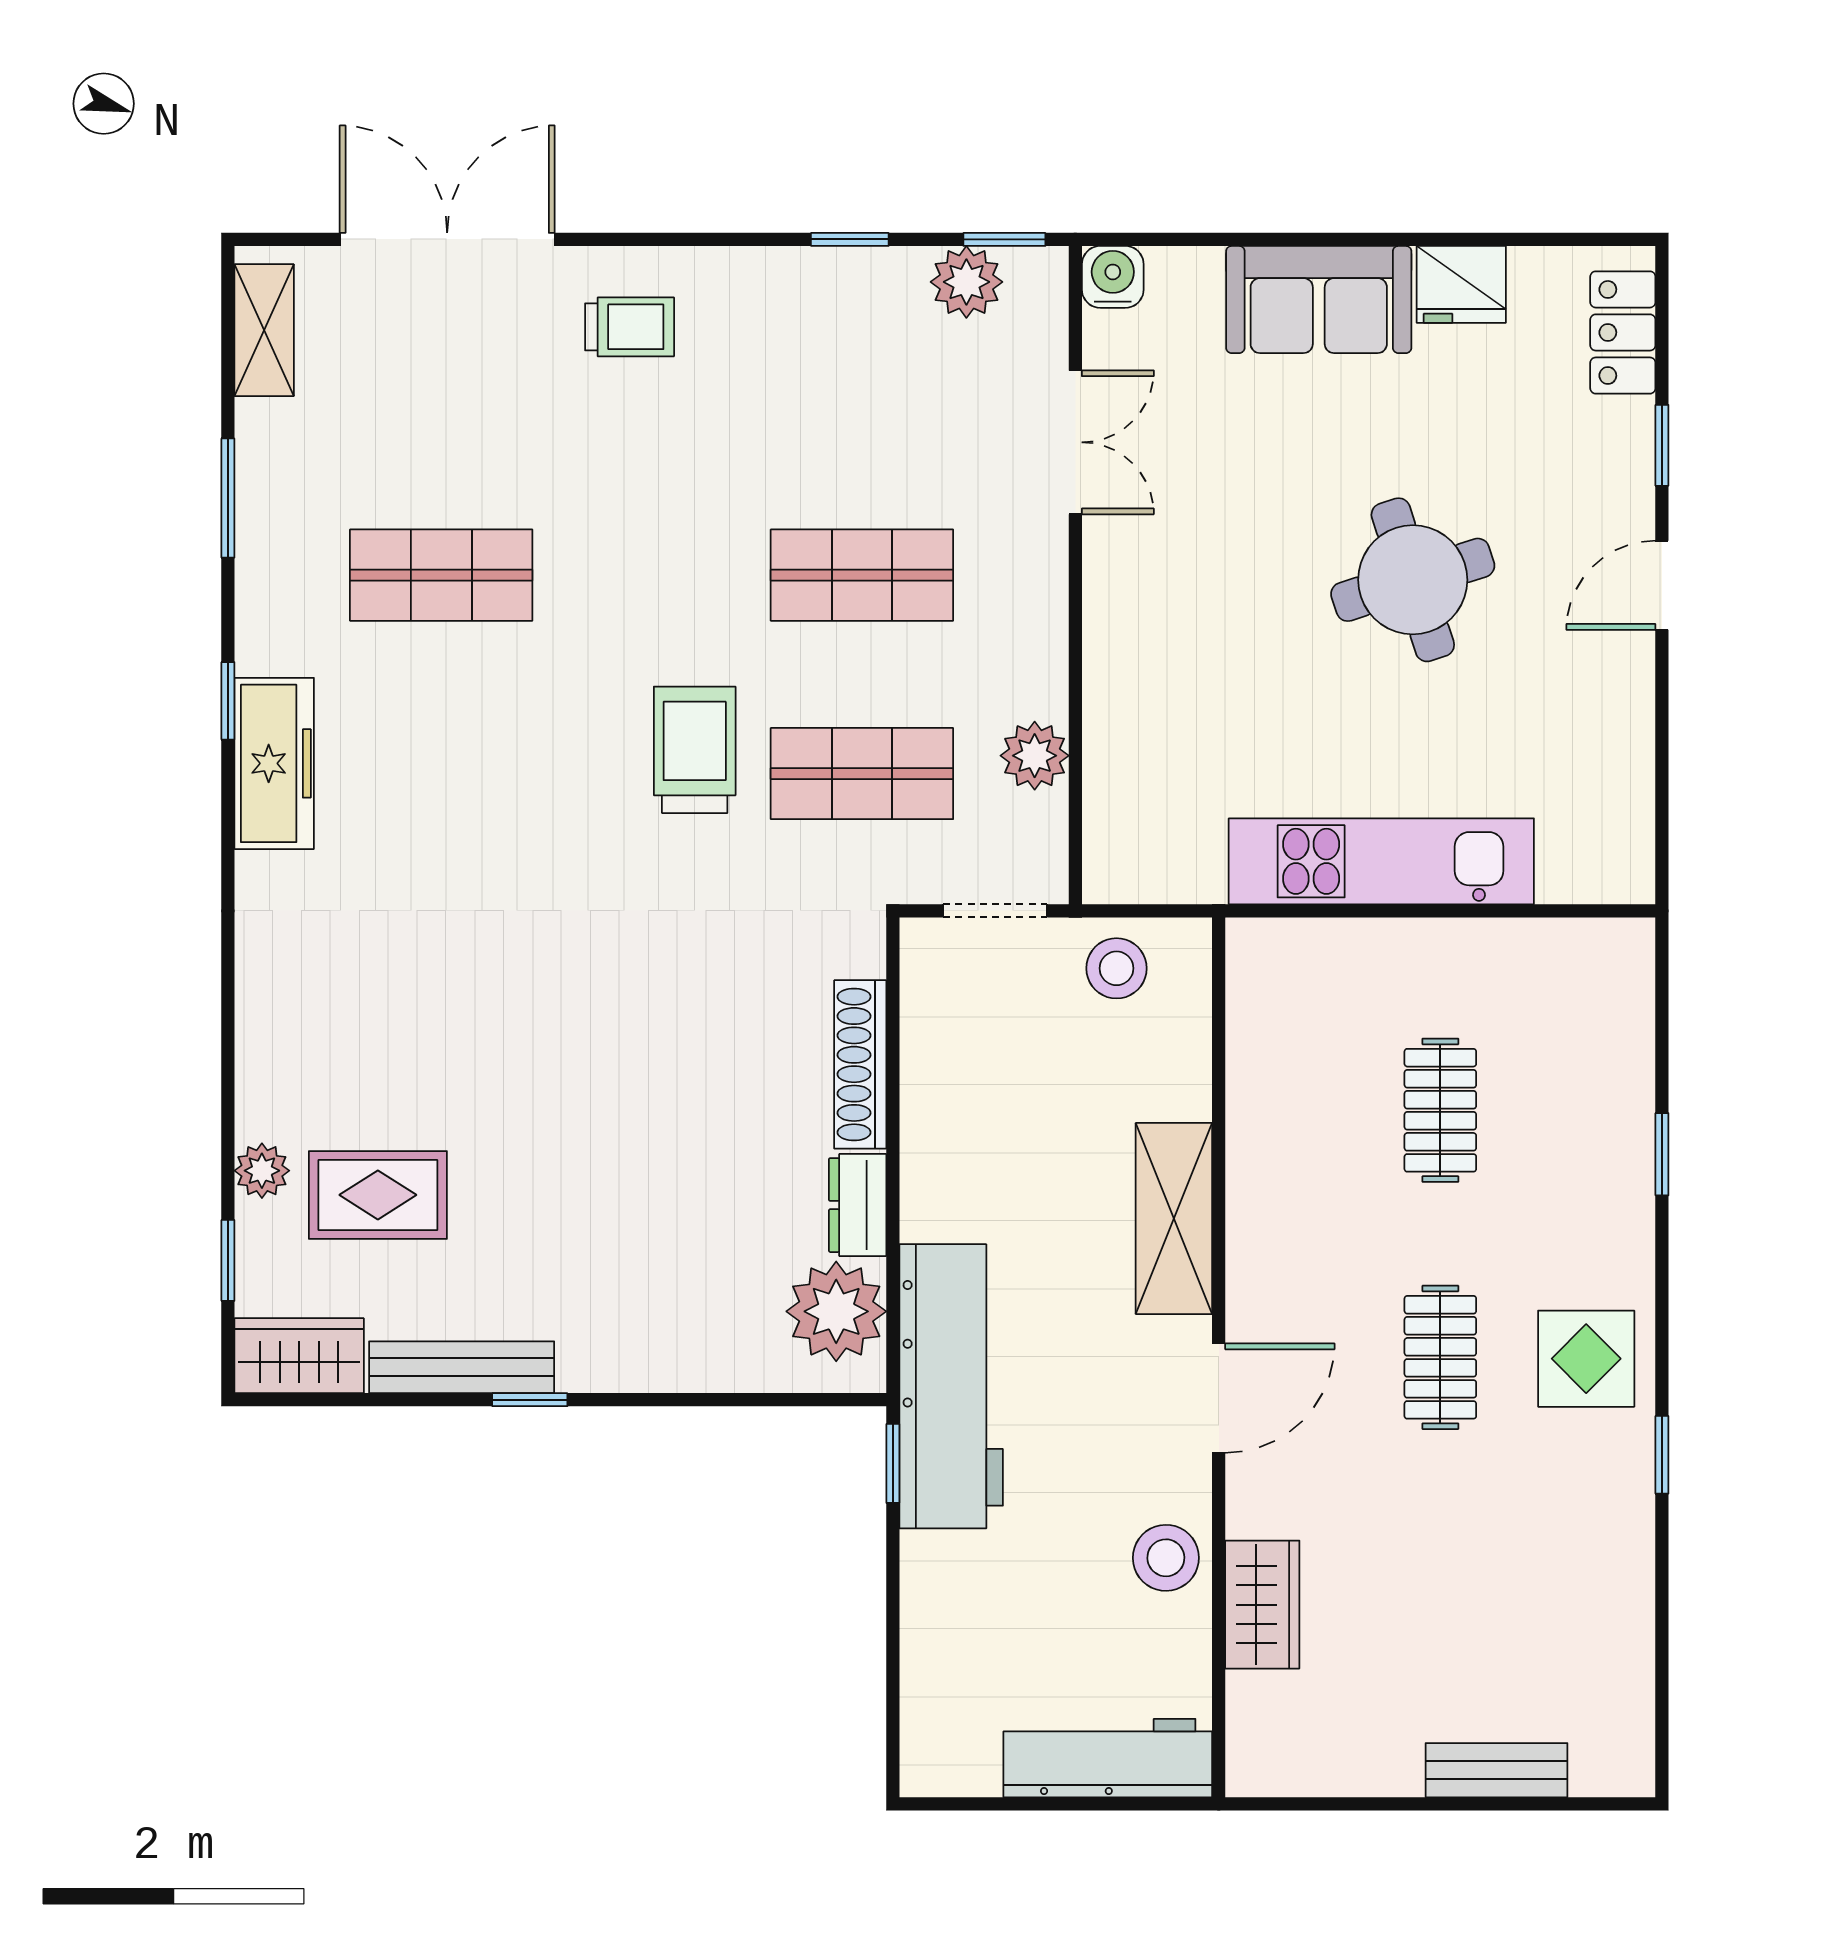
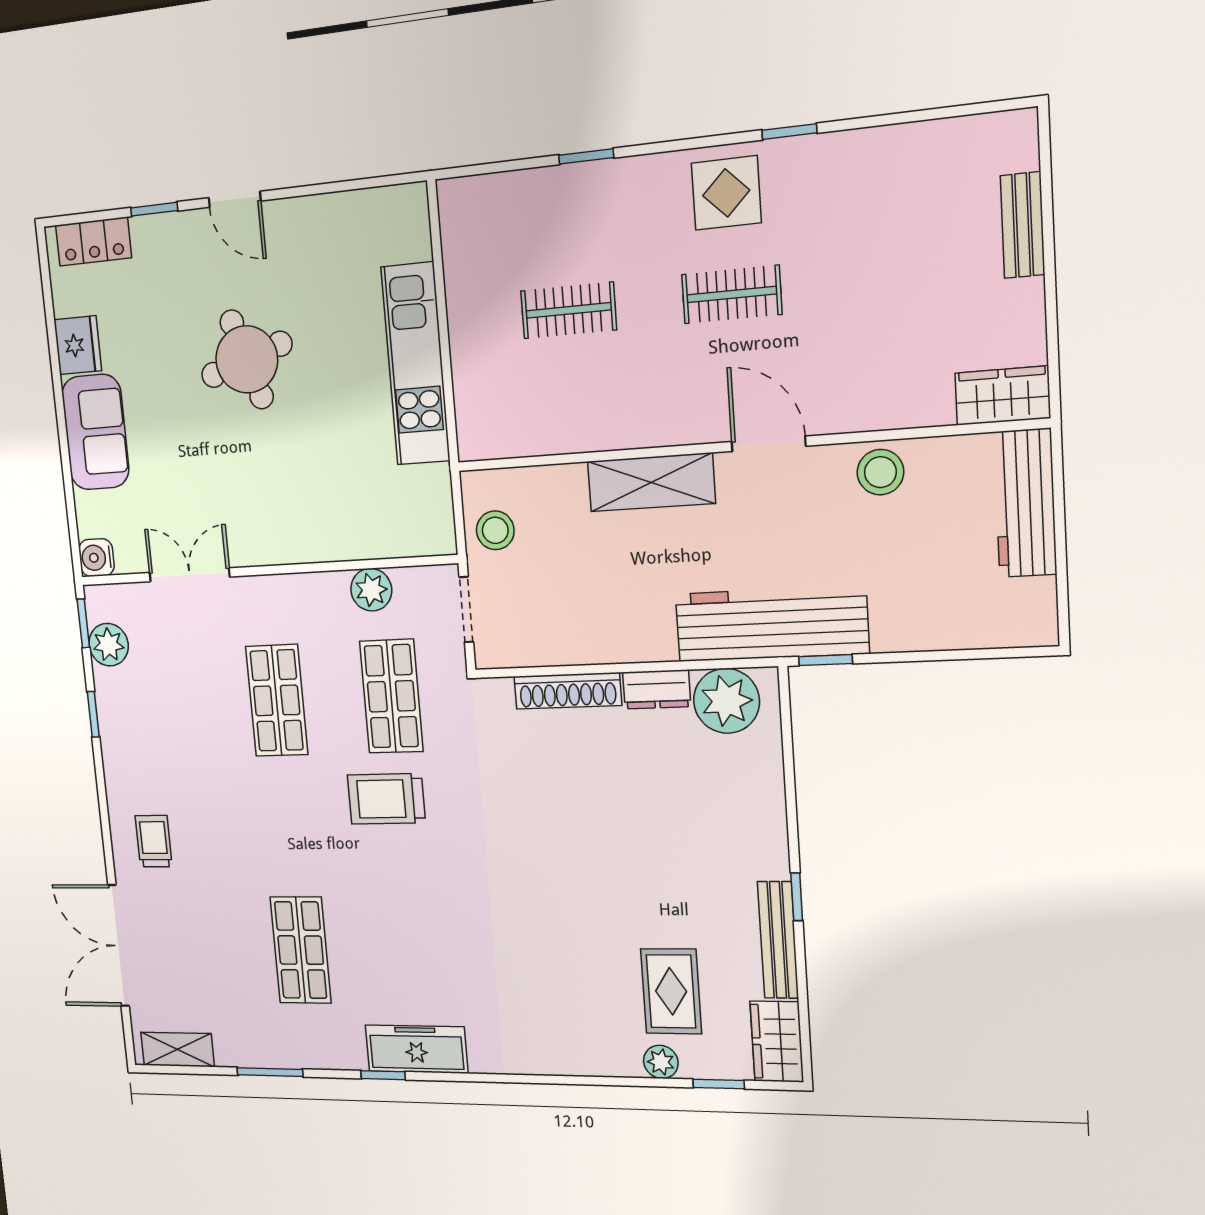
wardrobe: (1262, 1605) -> (1003, 396), moved

